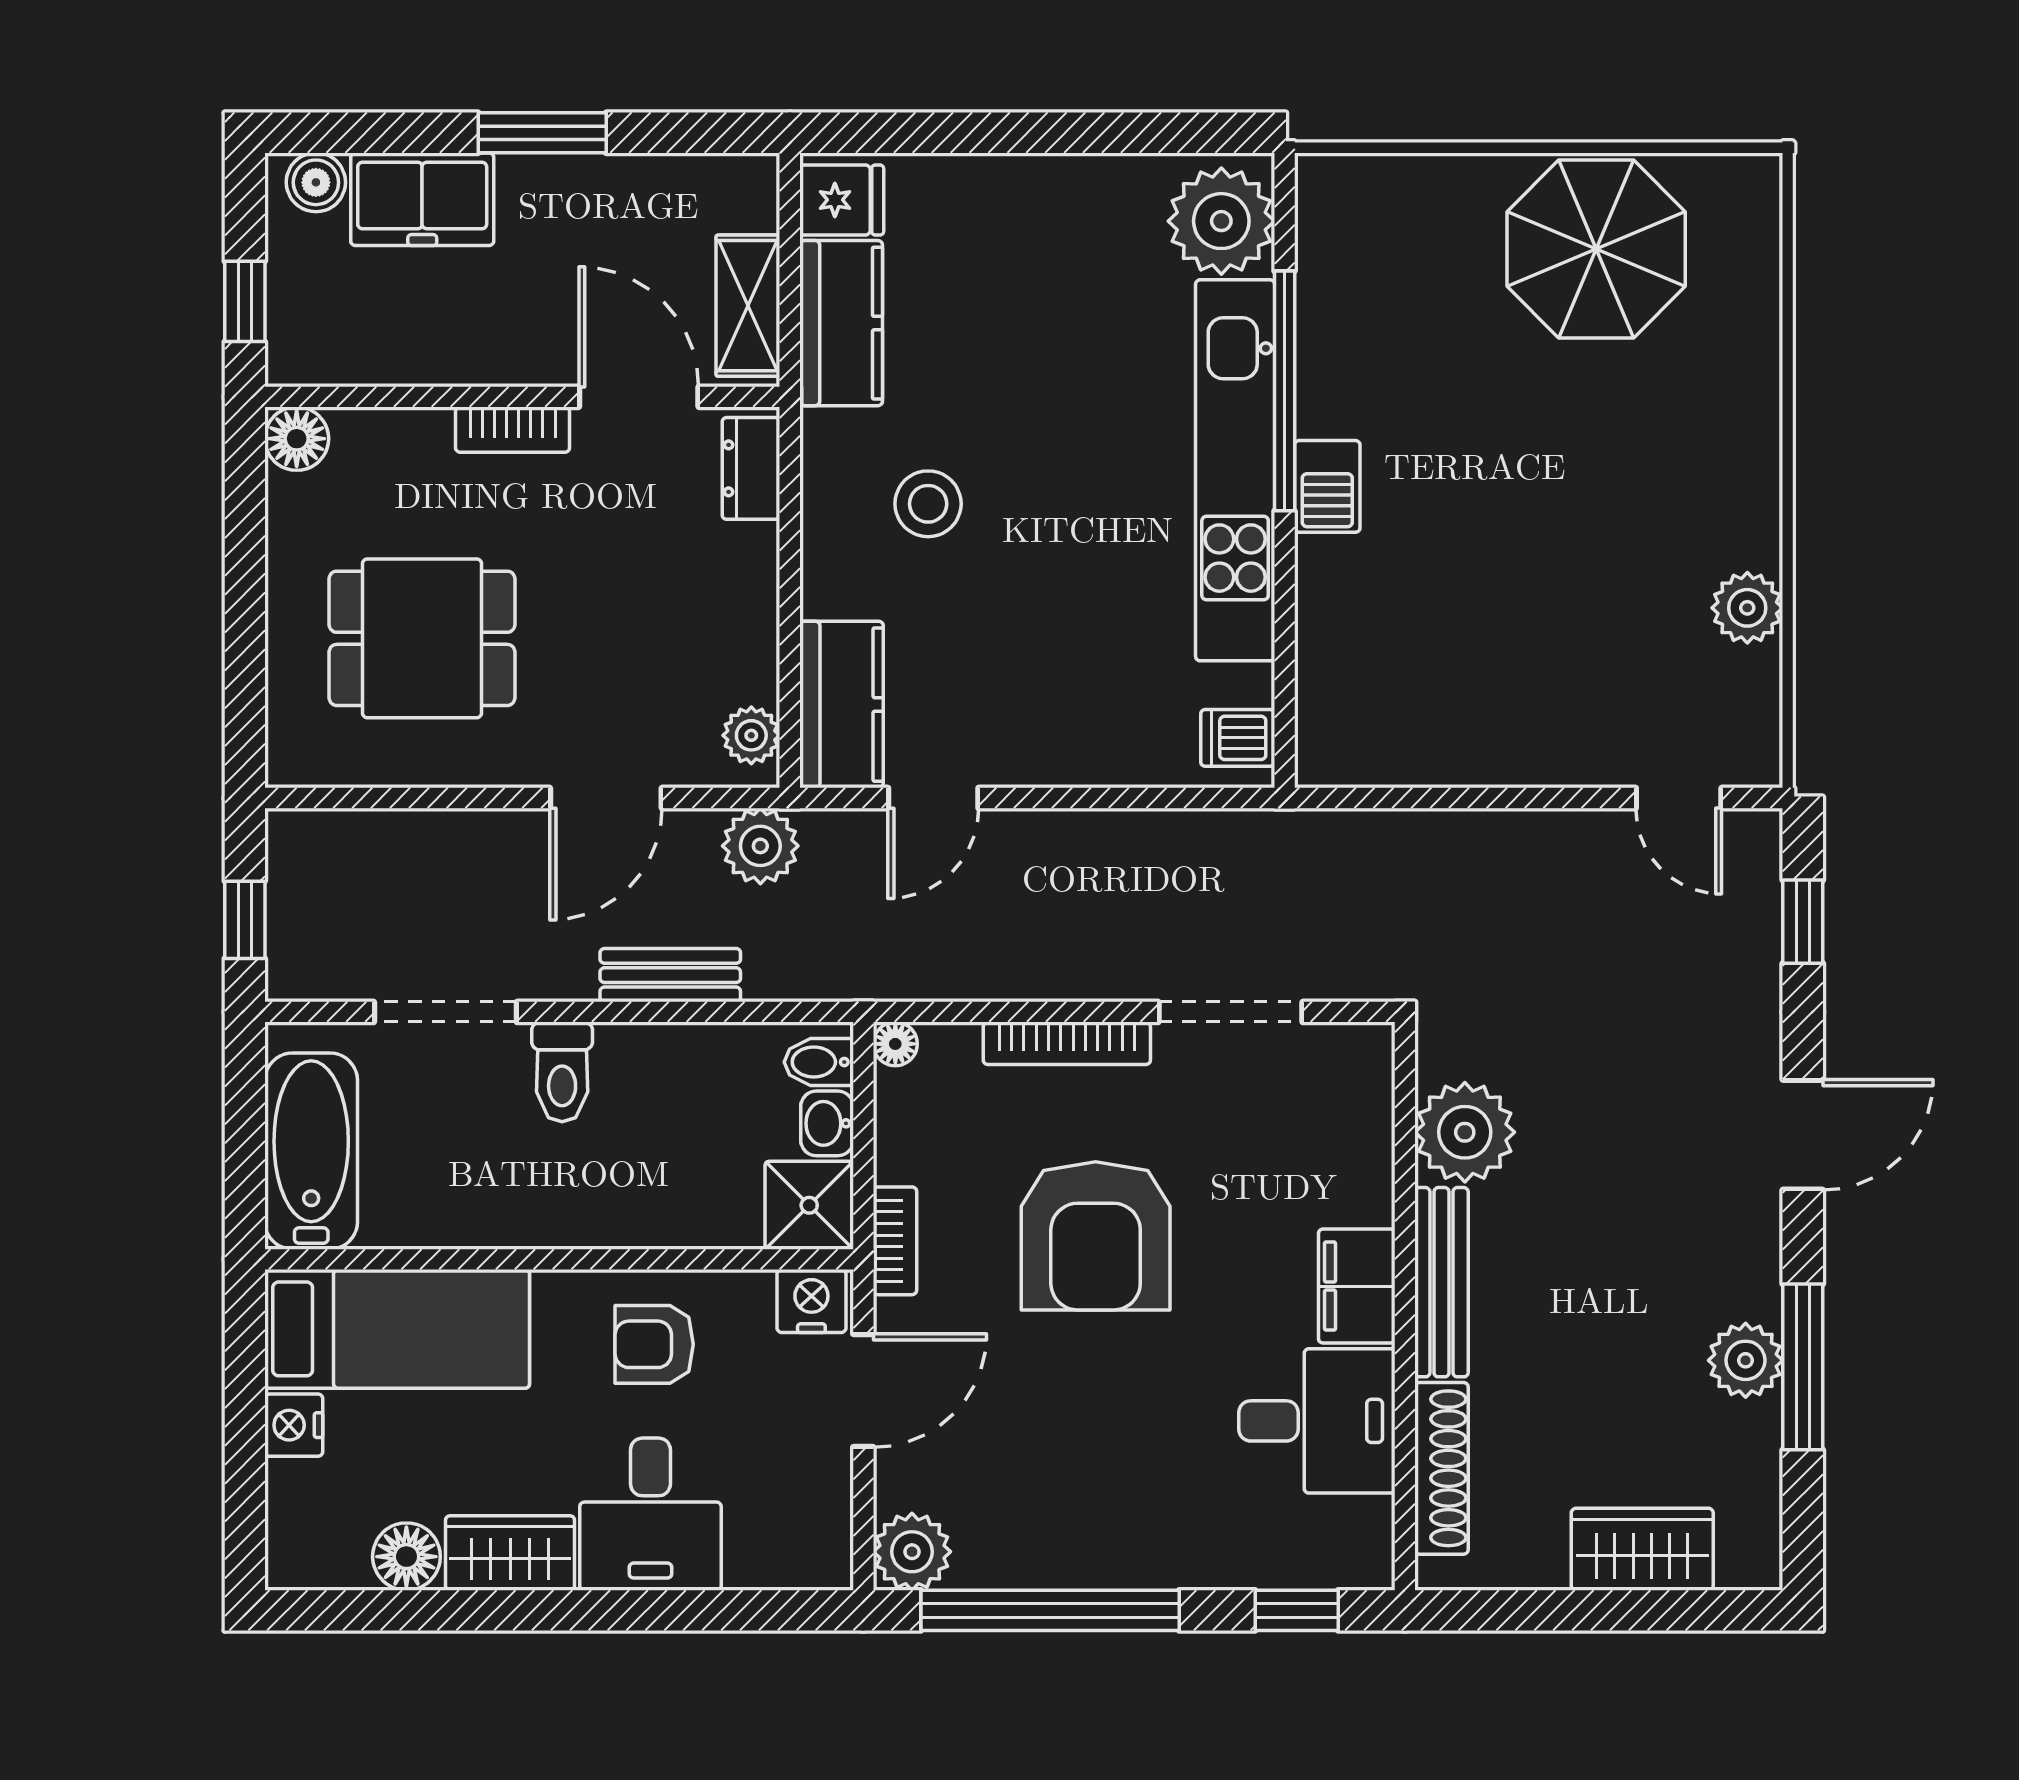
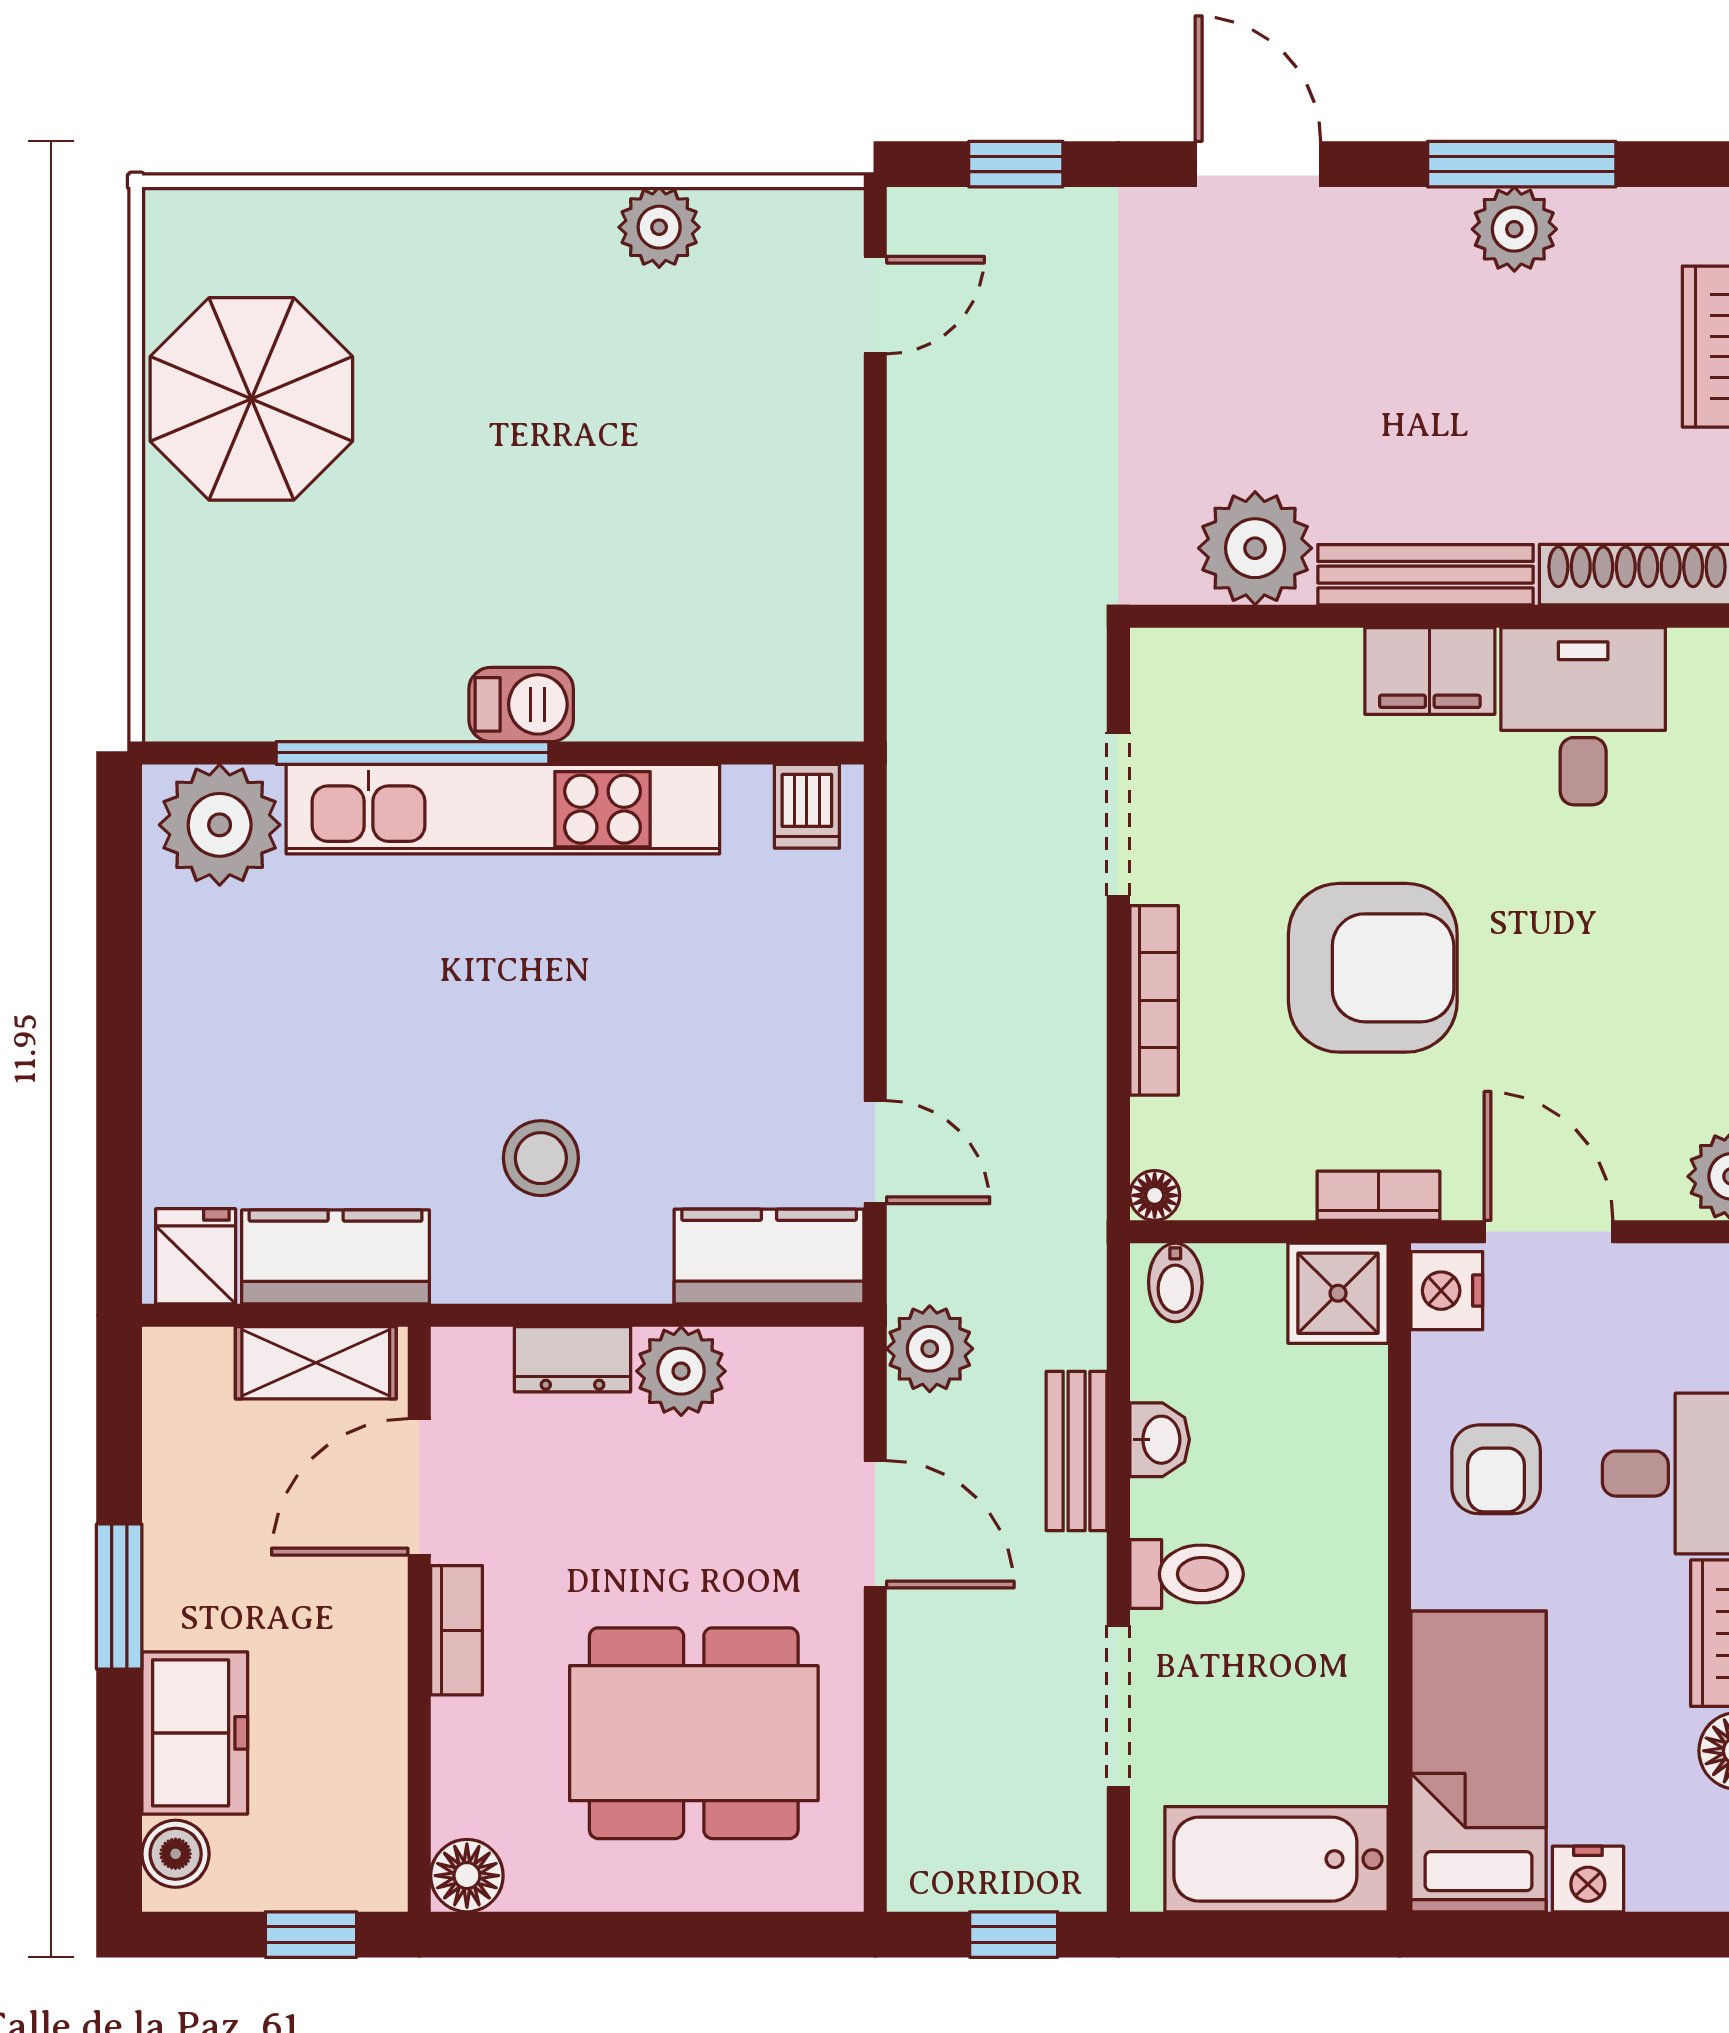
dresser: (751, 468) -> (572, 1359), moved
dining table: (422, 638) -> (694, 1733), width x1.37
plant: (751, 735) -> (681, 1371), moved, width x1.38, depth x1.38
washbasin: (827, 1123) -> (1160, 1440), moved, turned -90

